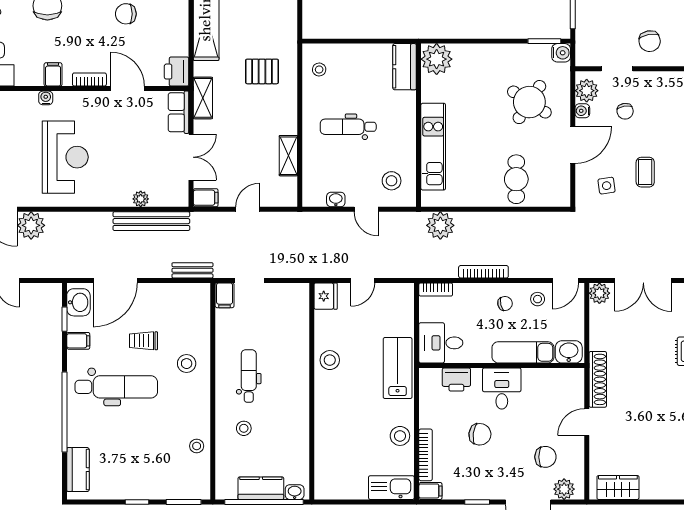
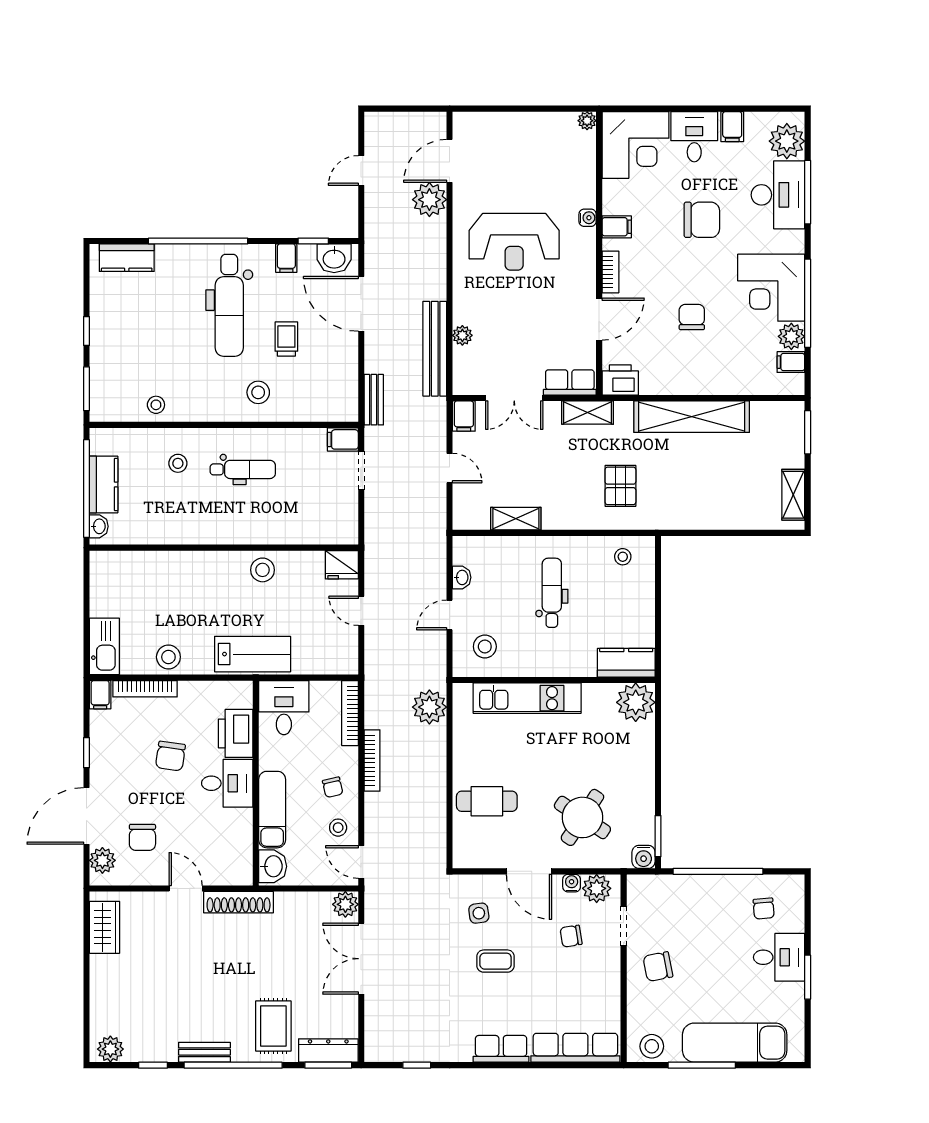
bookcase: (436, 290) -> (350, 713), width x1.56
printer: (456, 380) -> (236, 733), width x1.37, depth x1.19

